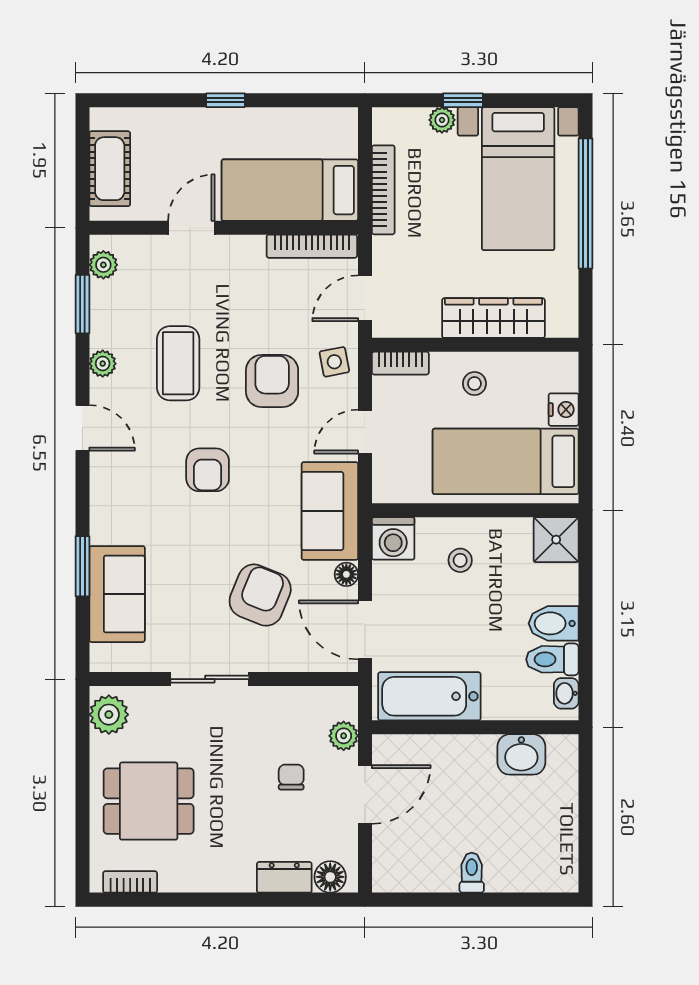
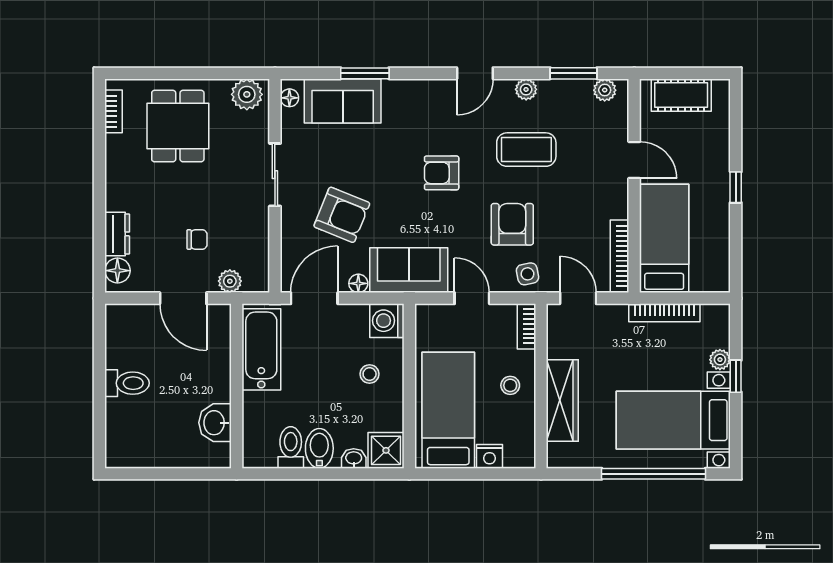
armchair: (272, 381) -> (512, 224), turned -90
floor lamp: (113, 661) -> (289, 98), added
washbasin: (566, 693) -> (354, 458), moved
toilet: (472, 873) -> (127, 383), width x1.37, depth x1.39

